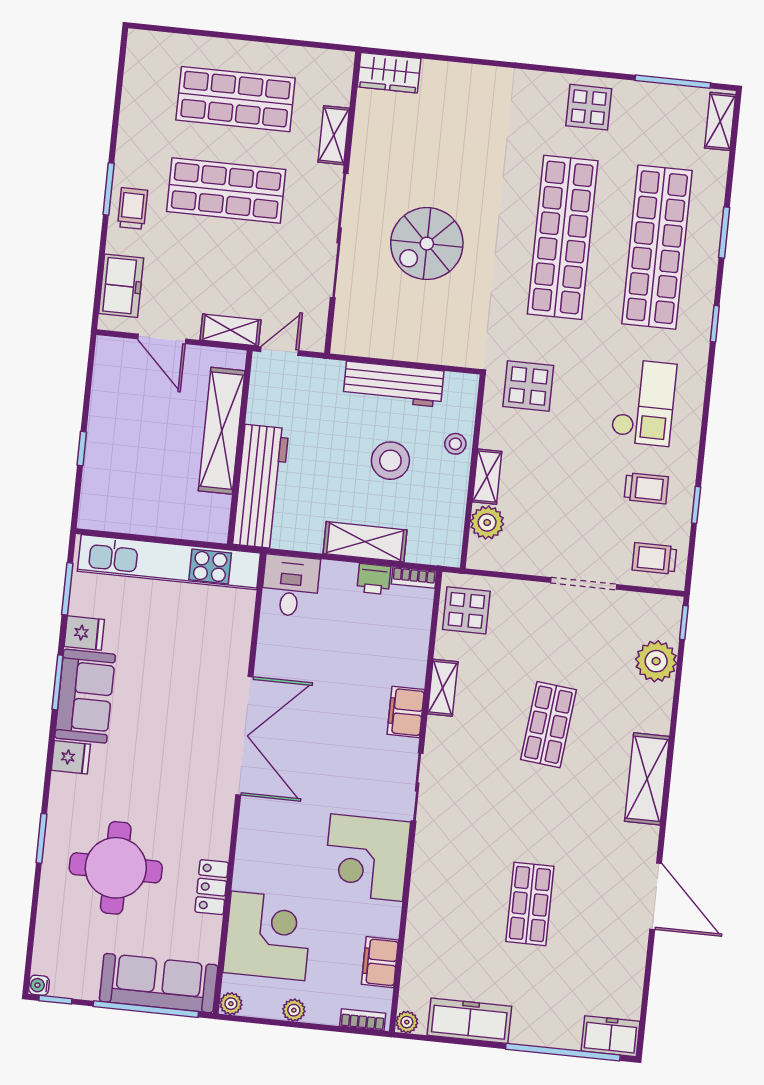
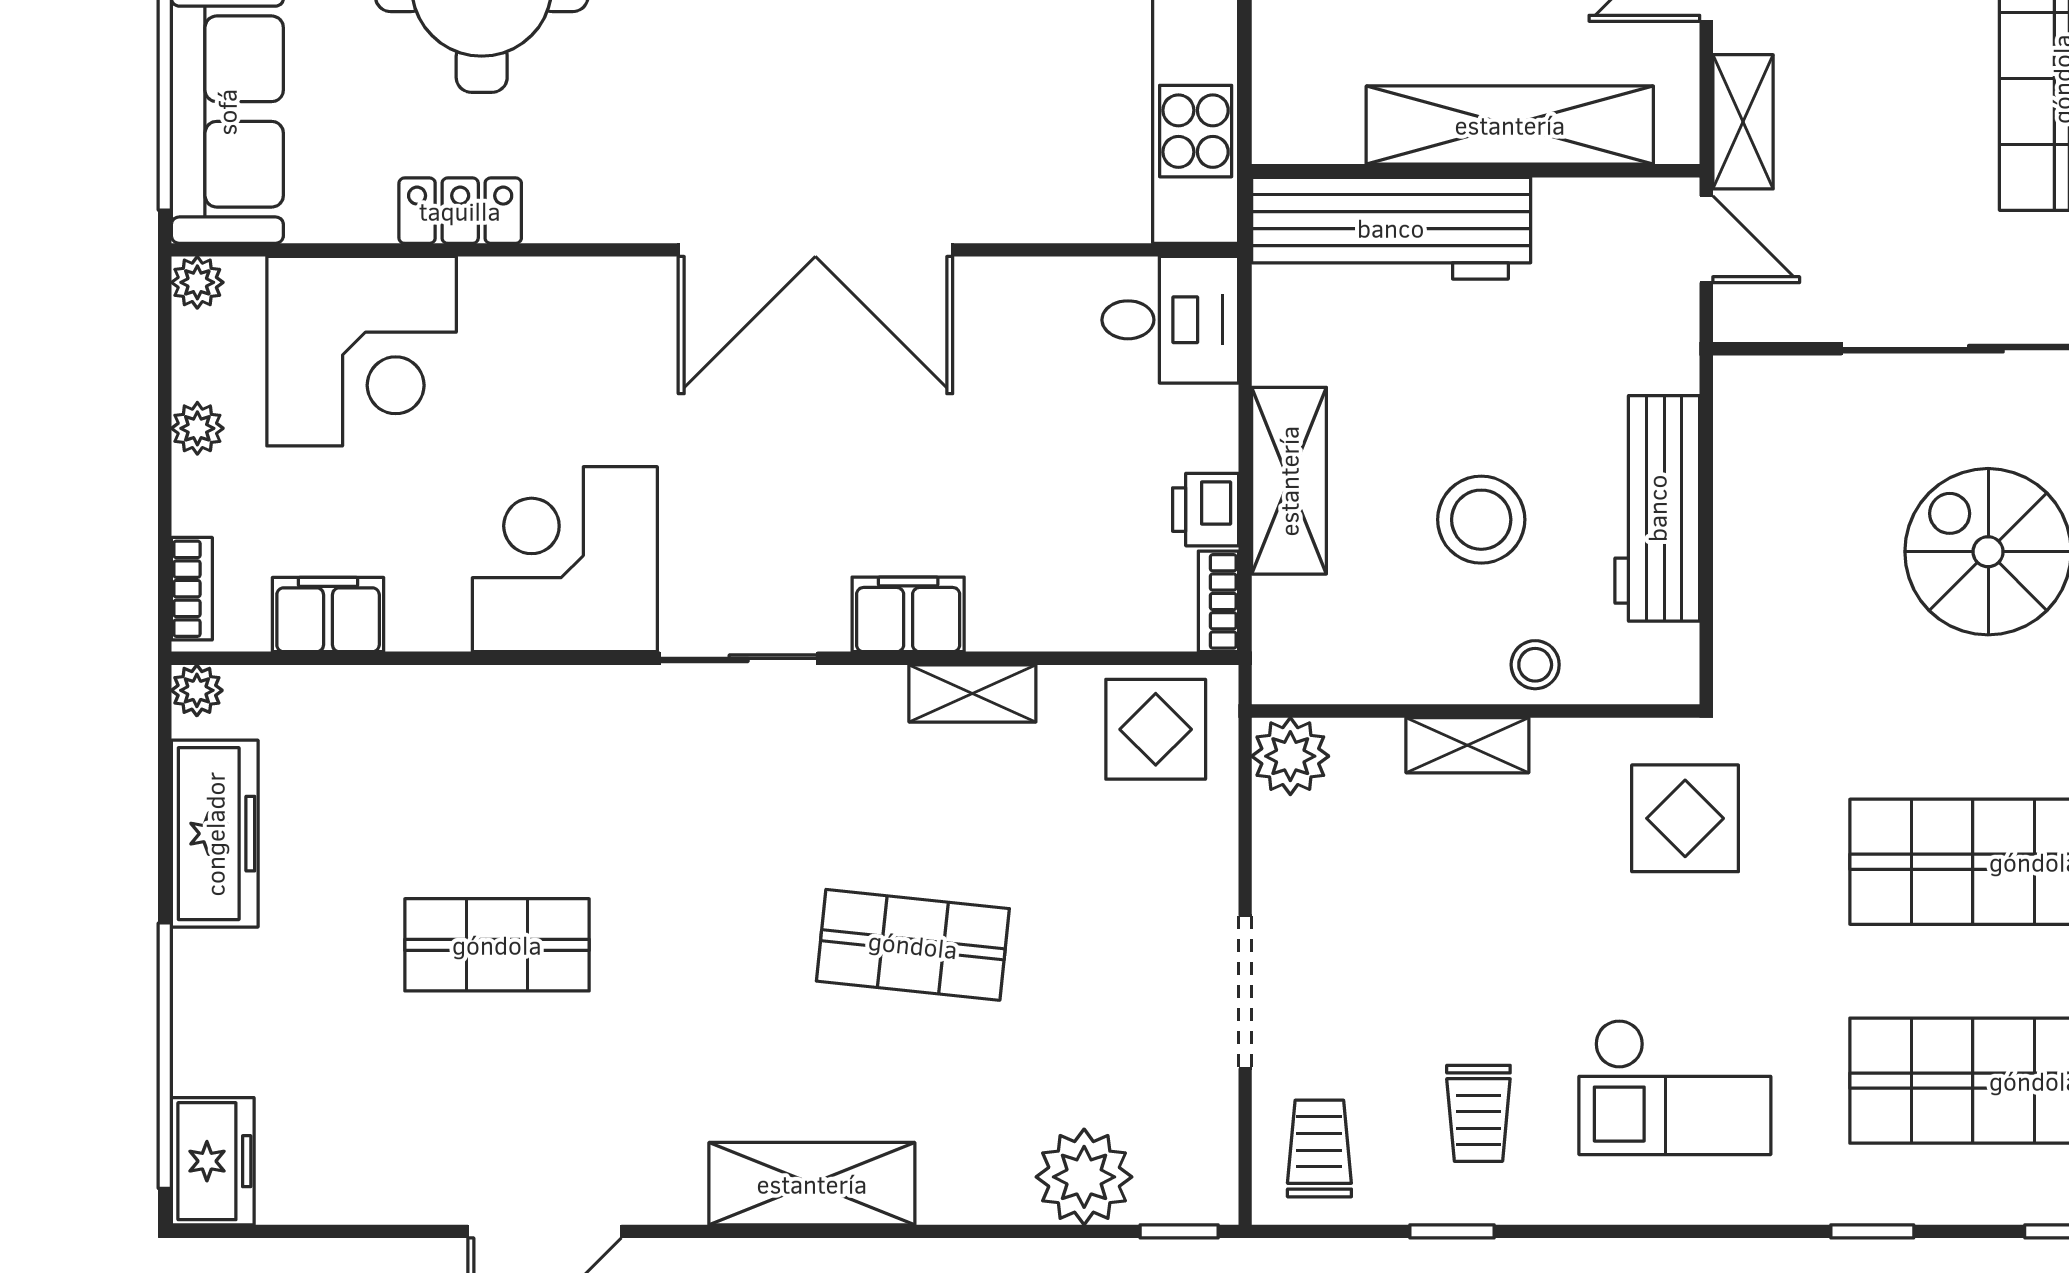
plant: (487, 523) -> (1290, 756), moved

